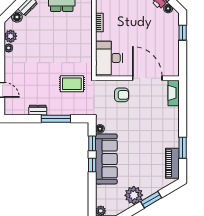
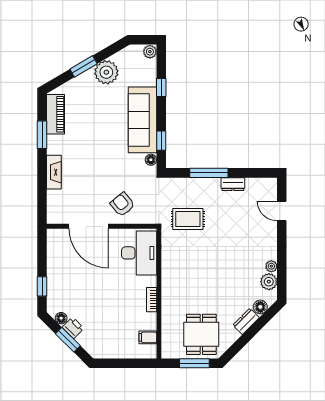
fireplace: (174, 93) -> (54, 172), moved
armchair: (122, 95) -> (122, 204), turned 50
window: (92, 165) -> (161, 87), moved

